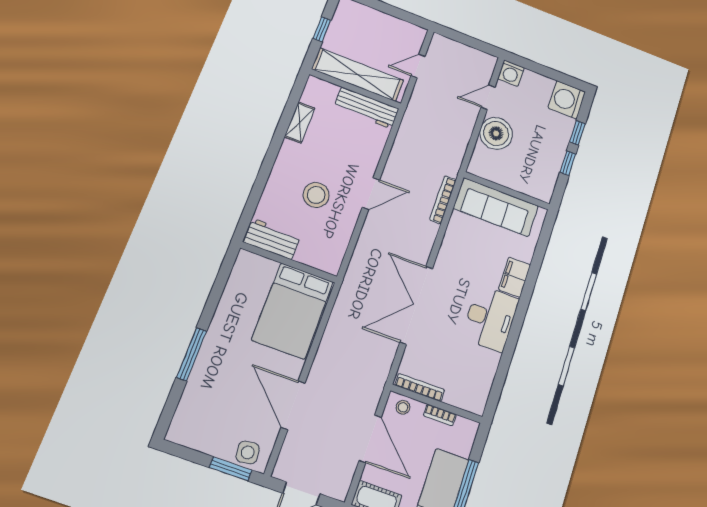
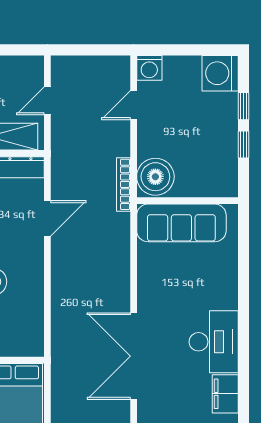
boiler: (496, 133) -> (155, 177), moved
door: (371, 194) -> (47, 218), moved
bookcase: (443, 200) -> (123, 184), moved
filing cabinet: (515, 277) -> (225, 394), moved

